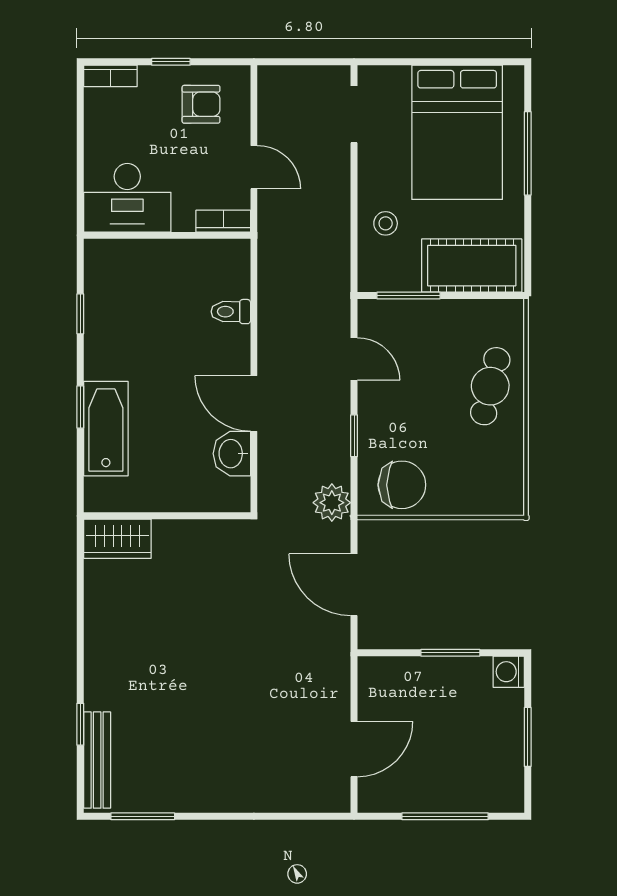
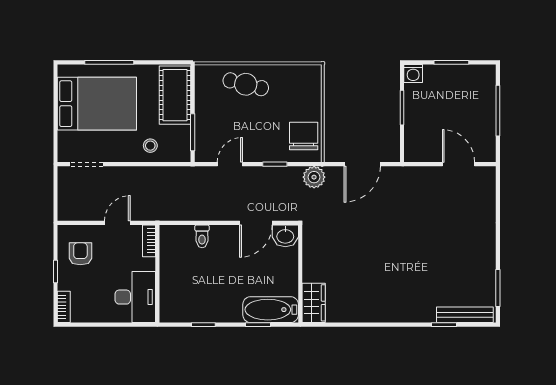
wall: (167, 516) -> (300, 274), moved
wardrobe: (117, 539) -> (314, 303), moved

